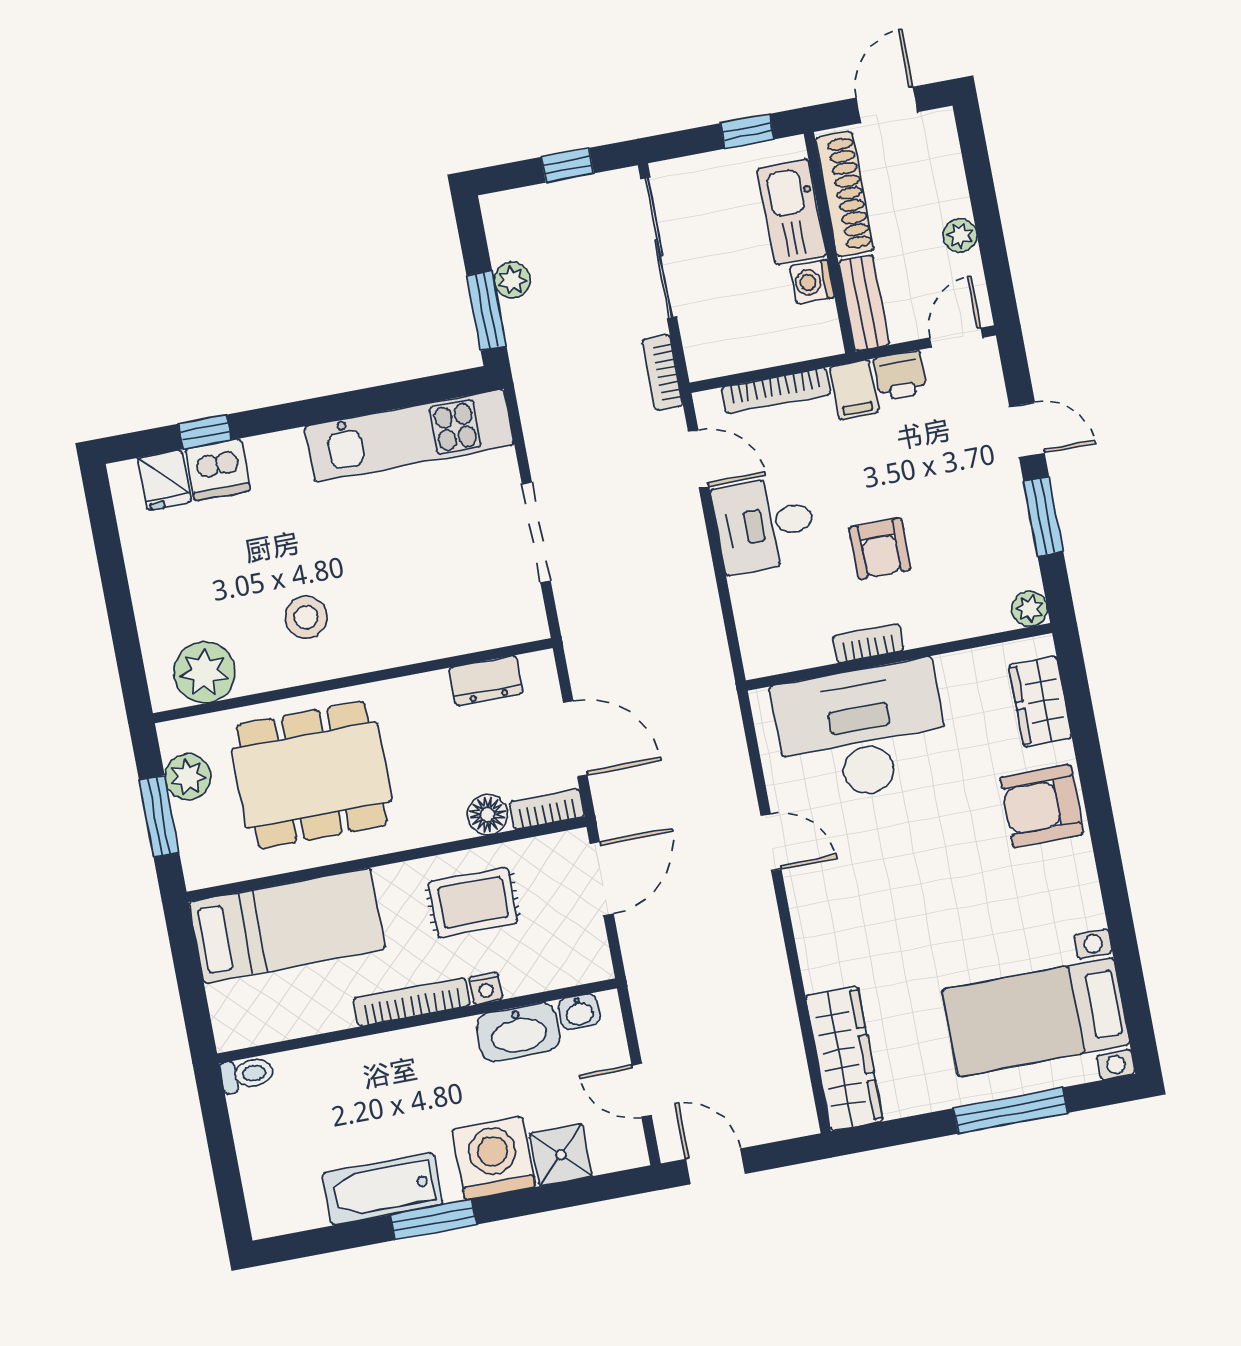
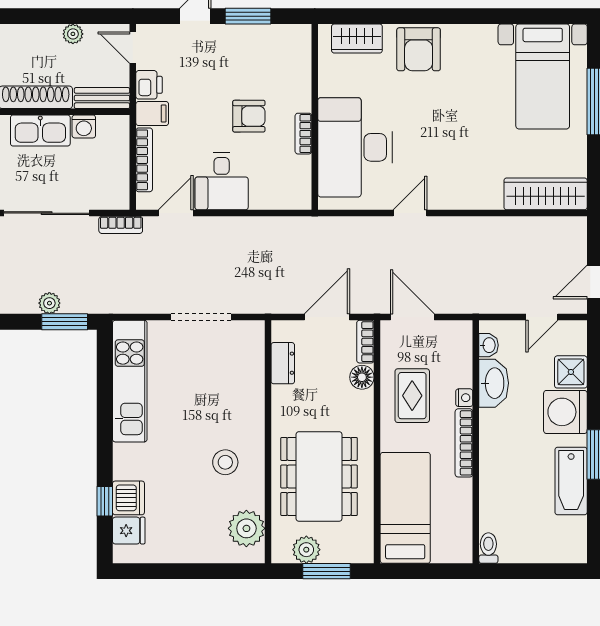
plant: (1030, 609) -> (301, 34), removed

